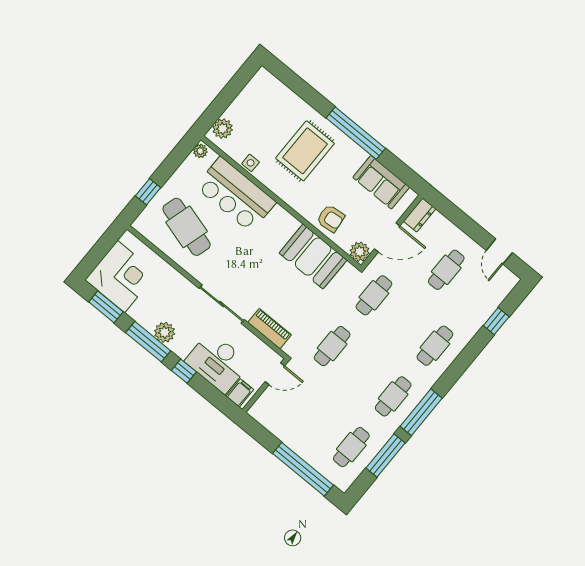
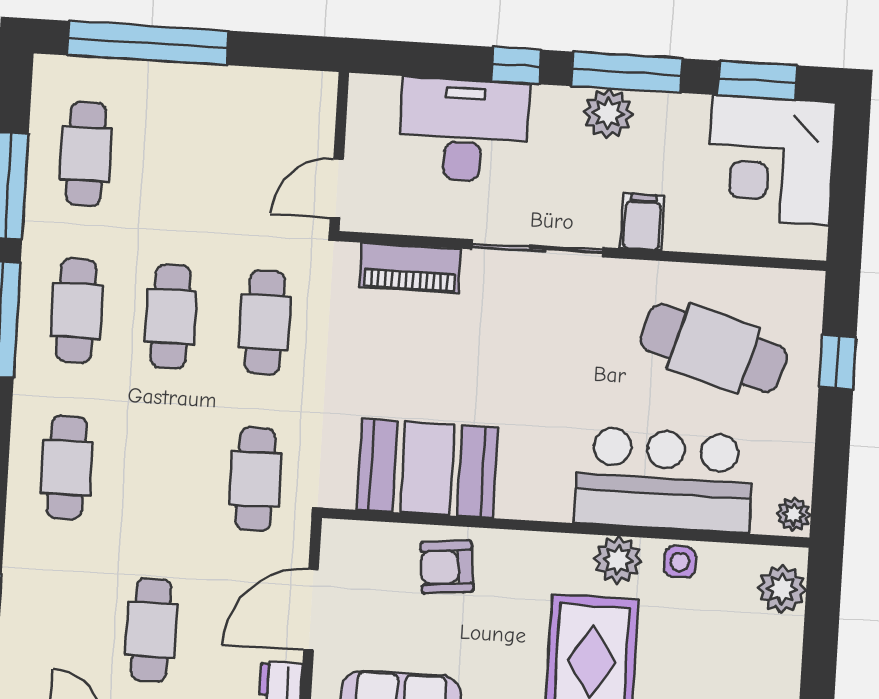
plant: (360, 252) -> (618, 560), moved
cafe table: (363, 371) -> (171, 316), added
filing cabinet: (240, 393) -> (642, 222), moved, turned 180

